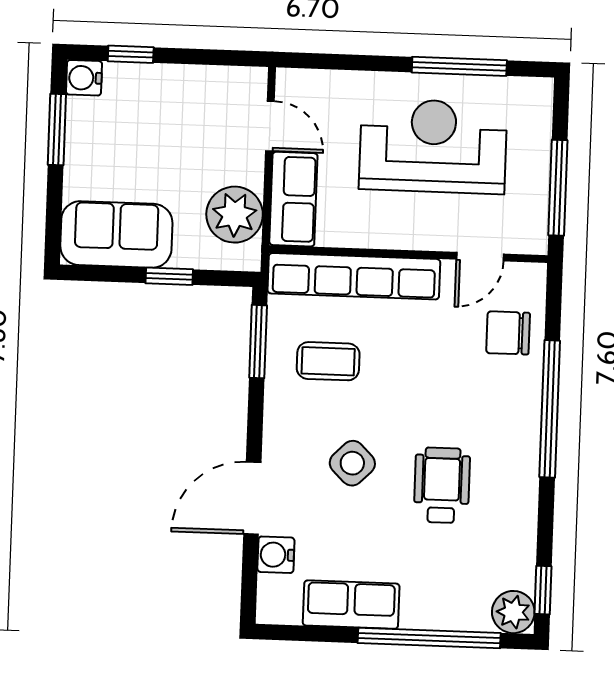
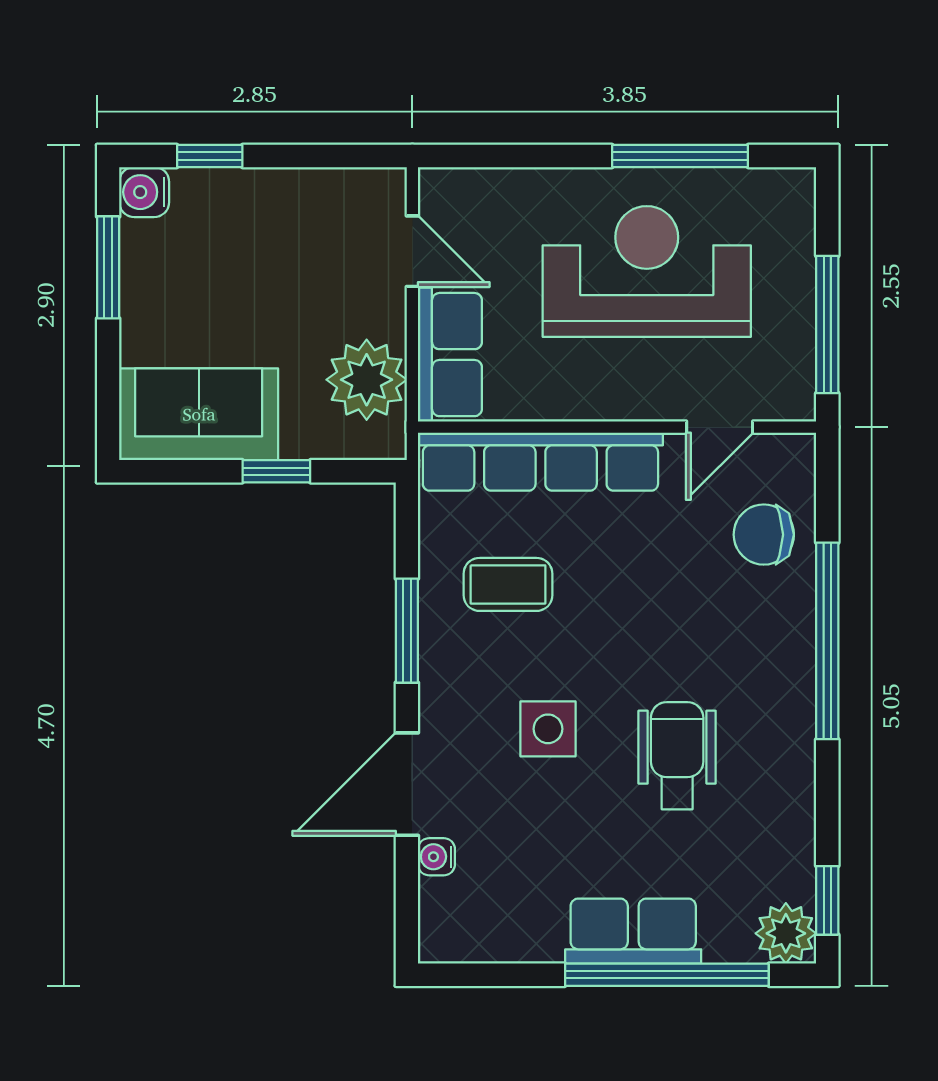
window: (258, 342) -> (407, 631), moved
side table: (352, 463) -> (548, 729), turned 45
water cooler: (276, 555) -> (436, 857), width x0.72, depth x0.72
row of seats: (351, 605) -> (633, 931), moved

